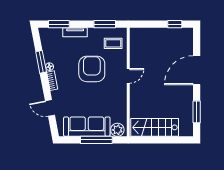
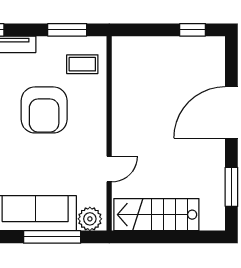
armchair: (92, 69) -> (44, 110), turned 180
door: (128, 76) -> (109, 169), moved

